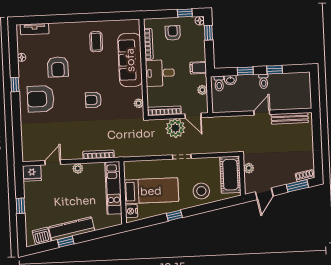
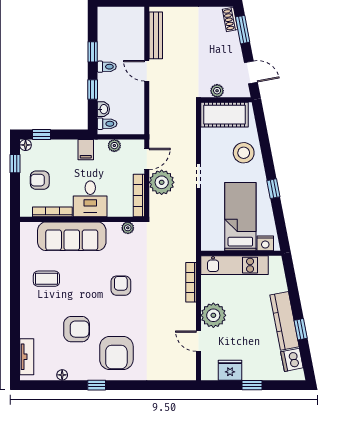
armchair: (93, 100) -> (121, 286), turned 180
plant: (78, 168) -> (213, 315), width x1.87, depth x1.87
fridge: (32, 173) -> (230, 370), moved, turned -90

